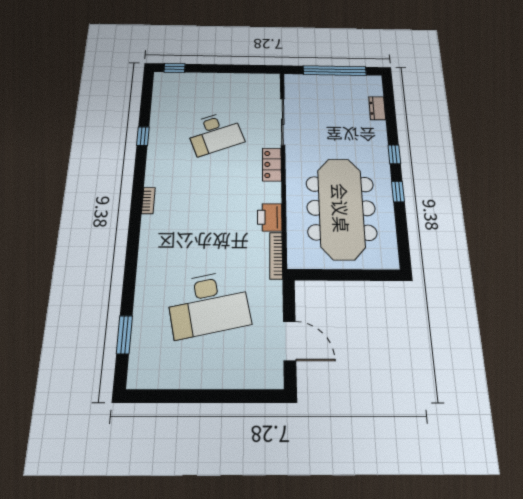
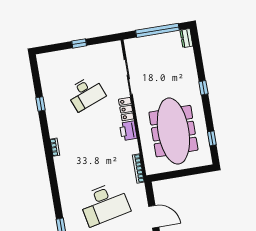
window: (175, 68) -> (79, 43), moved
dresser: (377, 108) -> (186, 38), moved
window: (398, 192) -> (212, 138), moved
printer: (270, 217) -> (128, 131), moved

